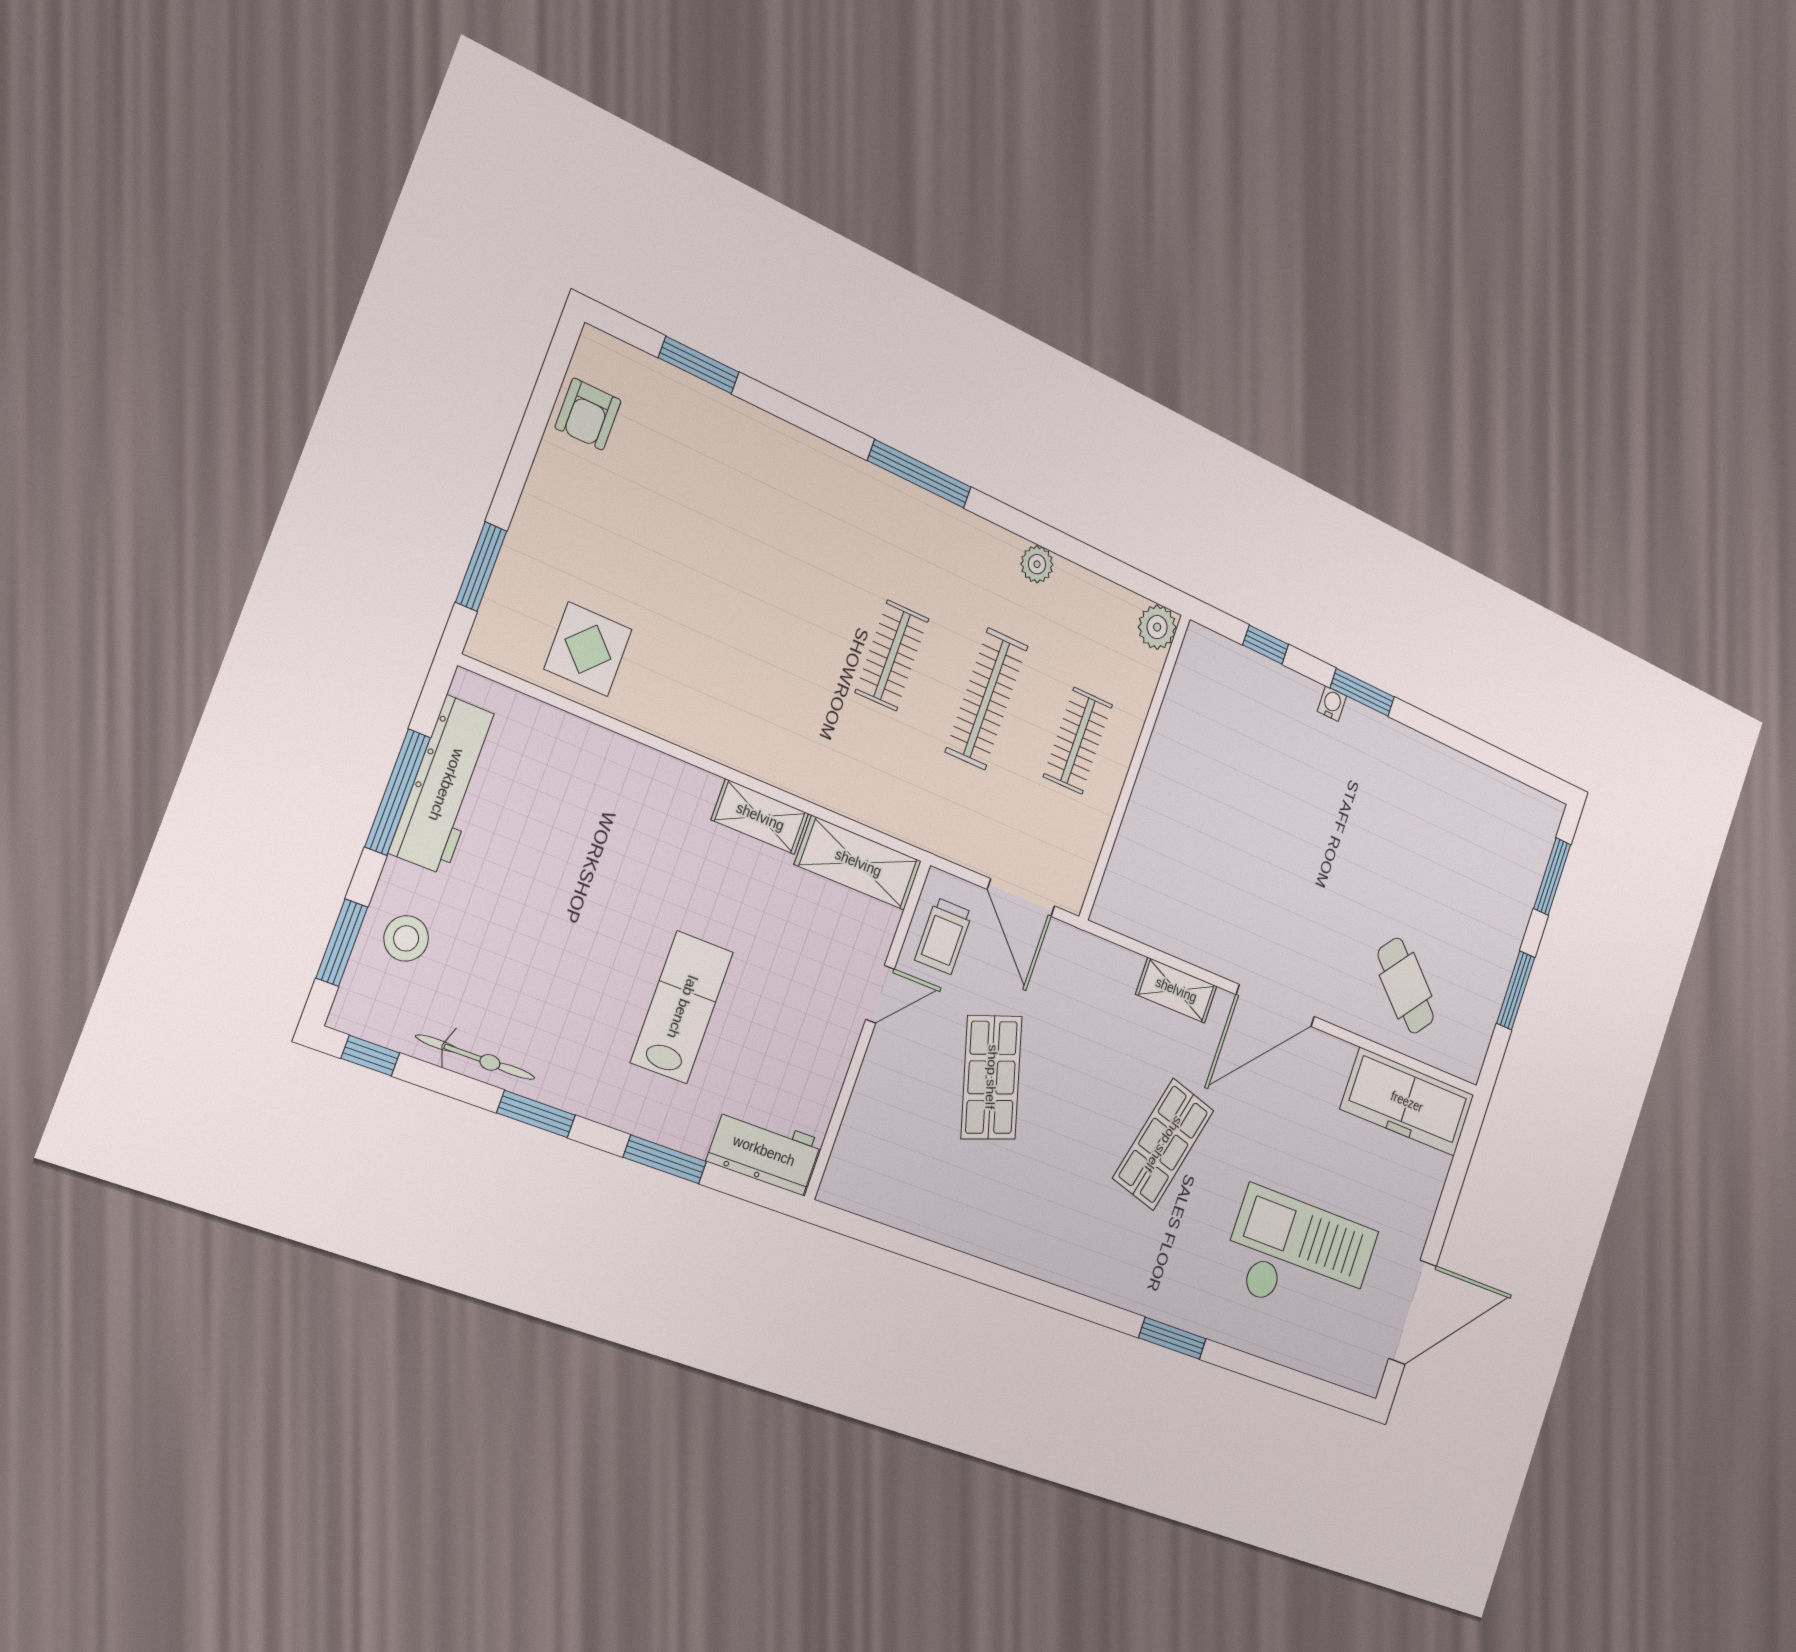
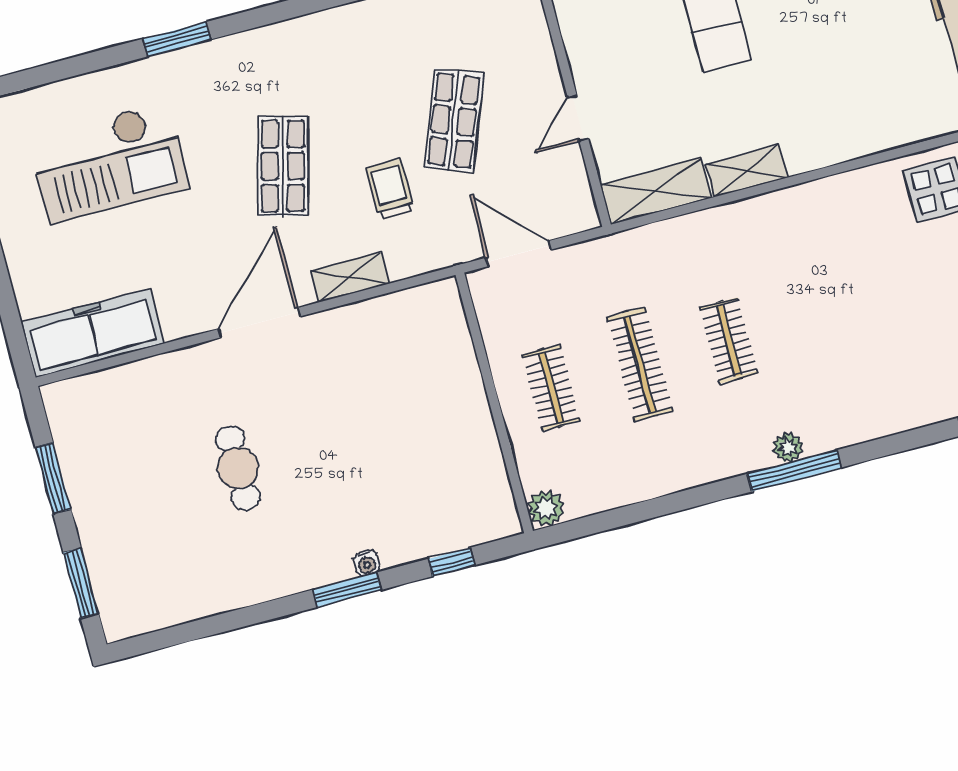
plant: (1037, 564) -> (788, 447), moved
trolley: (944, 936) -> (390, 189), moved
cafe table: (1406, 986) -> (238, 468), moved, turned 49
shop shelf: (991, 1077) -> (454, 121), turned 39

